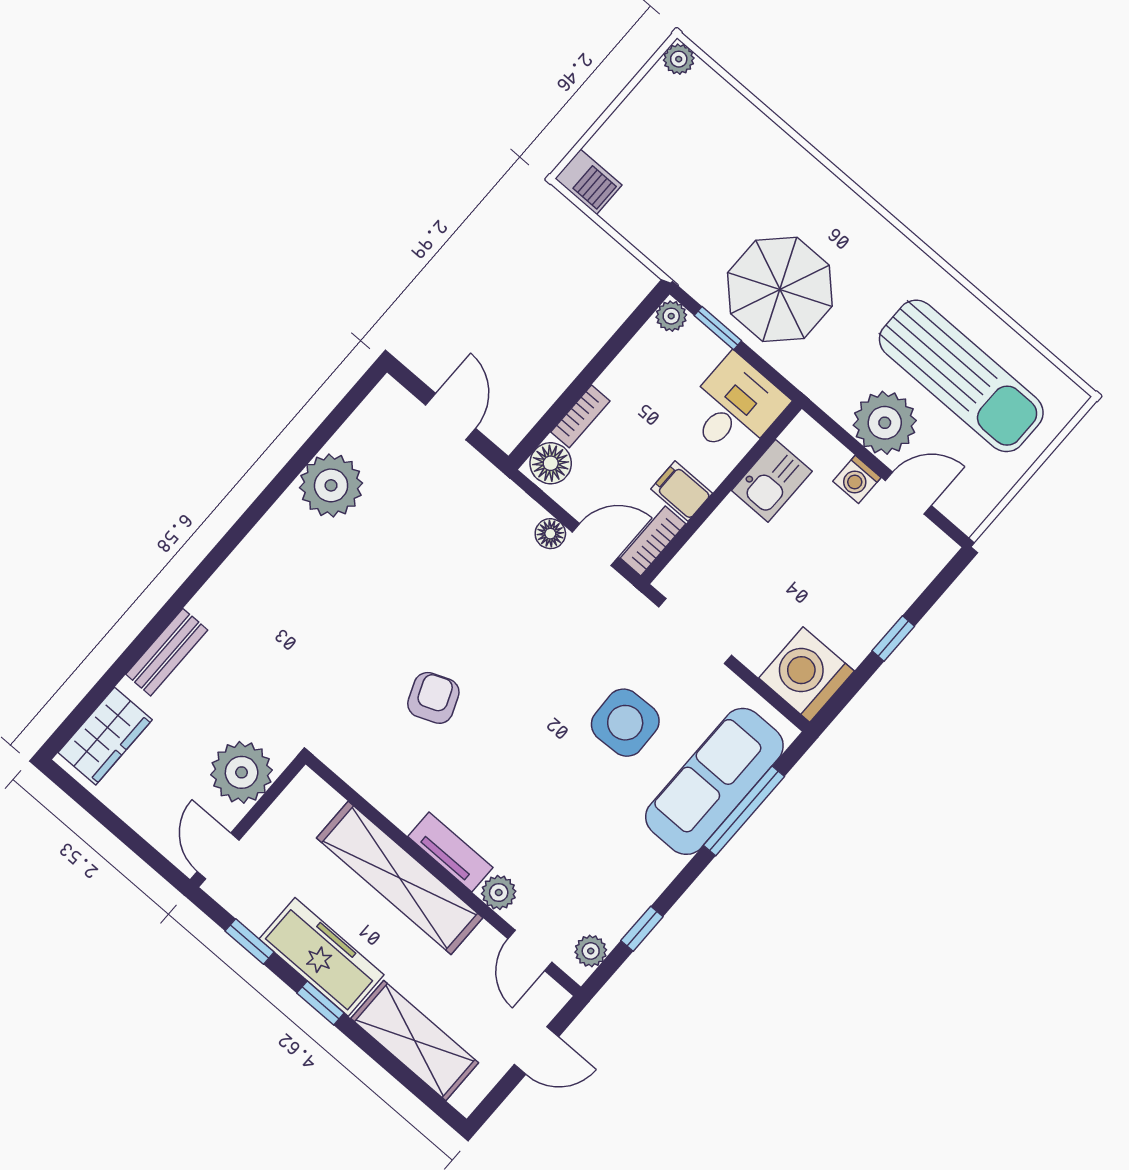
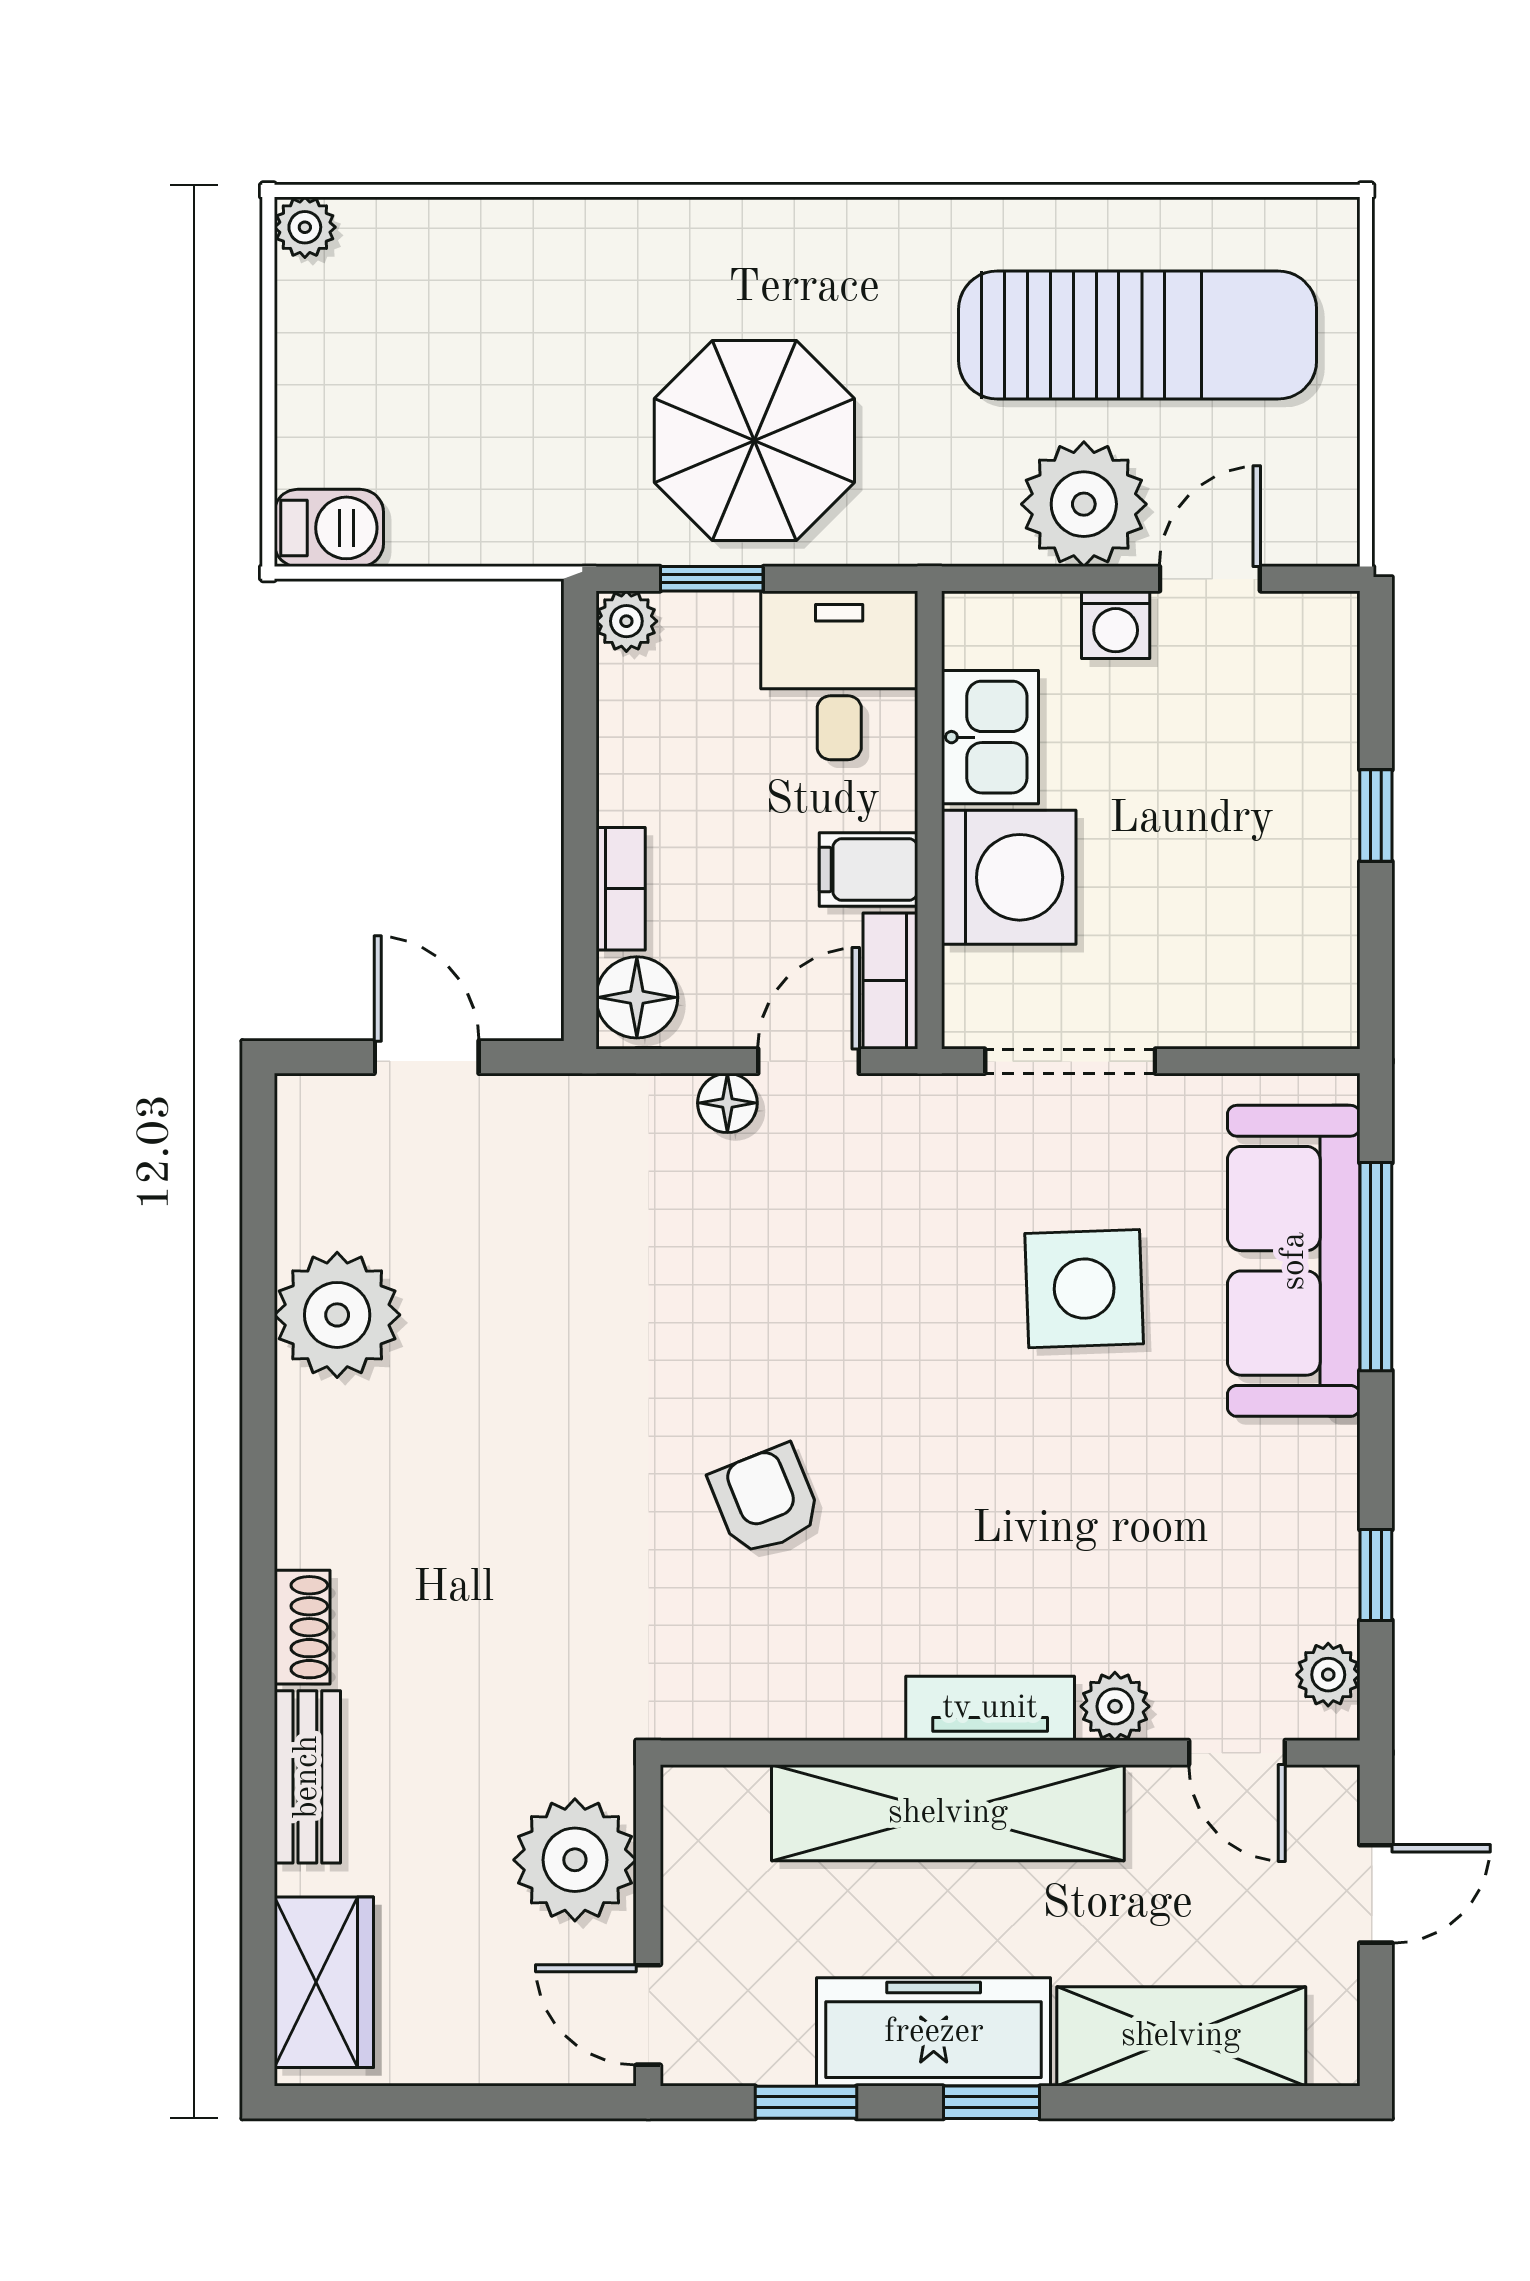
shoe rack: (214, 593) -> (302, 1627), added
washing machine: (806, 675) -> (1009, 877), moved, turned 180

